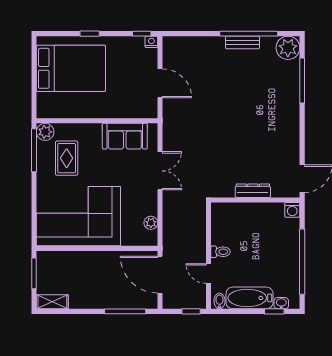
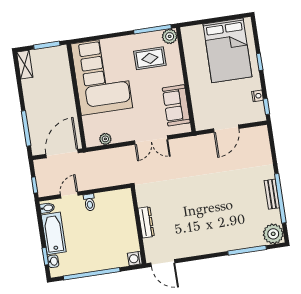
nightstand: (151, 42) -> (258, 96), moved

